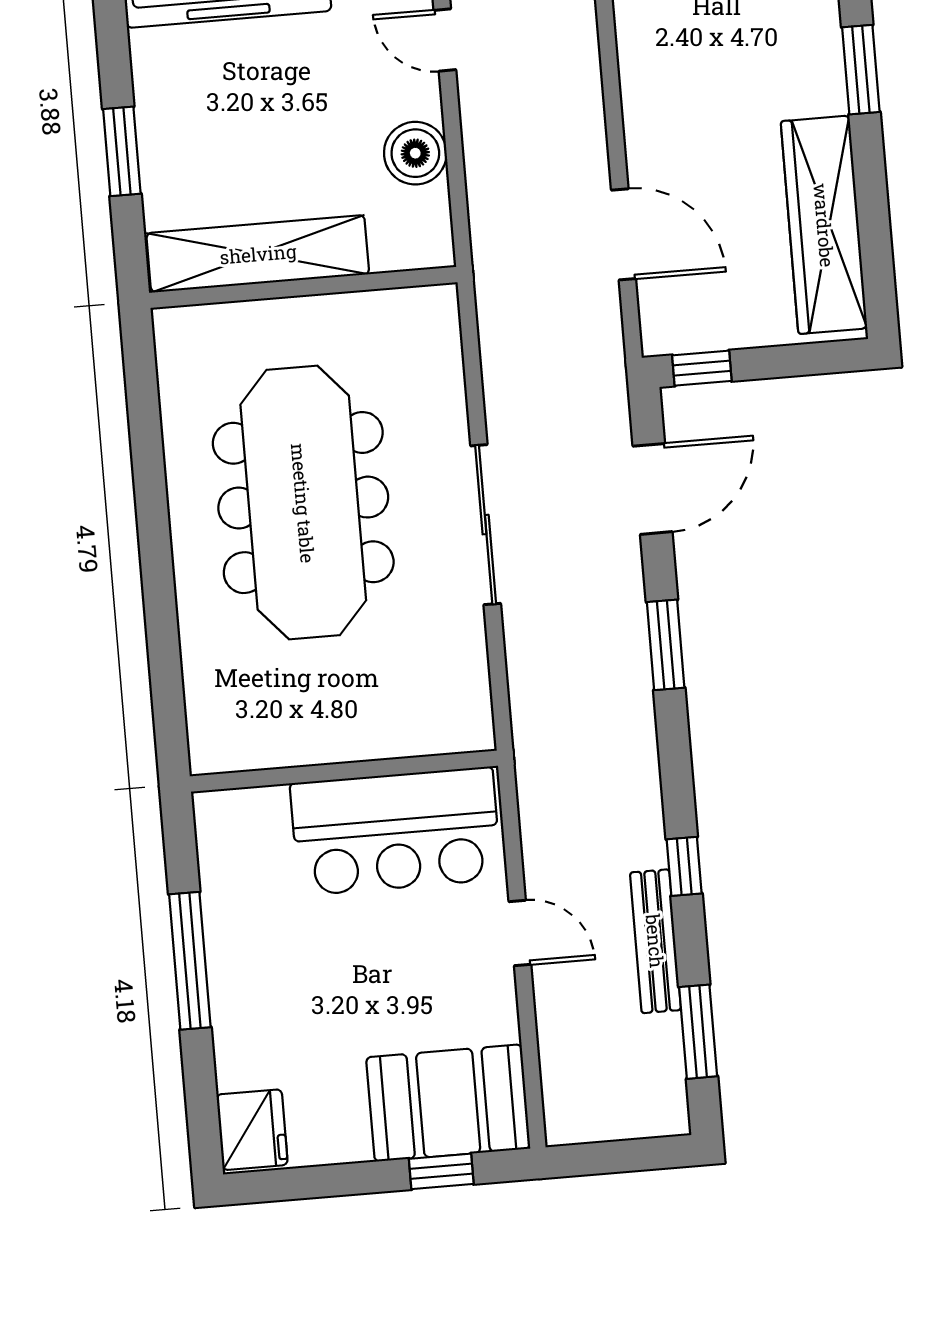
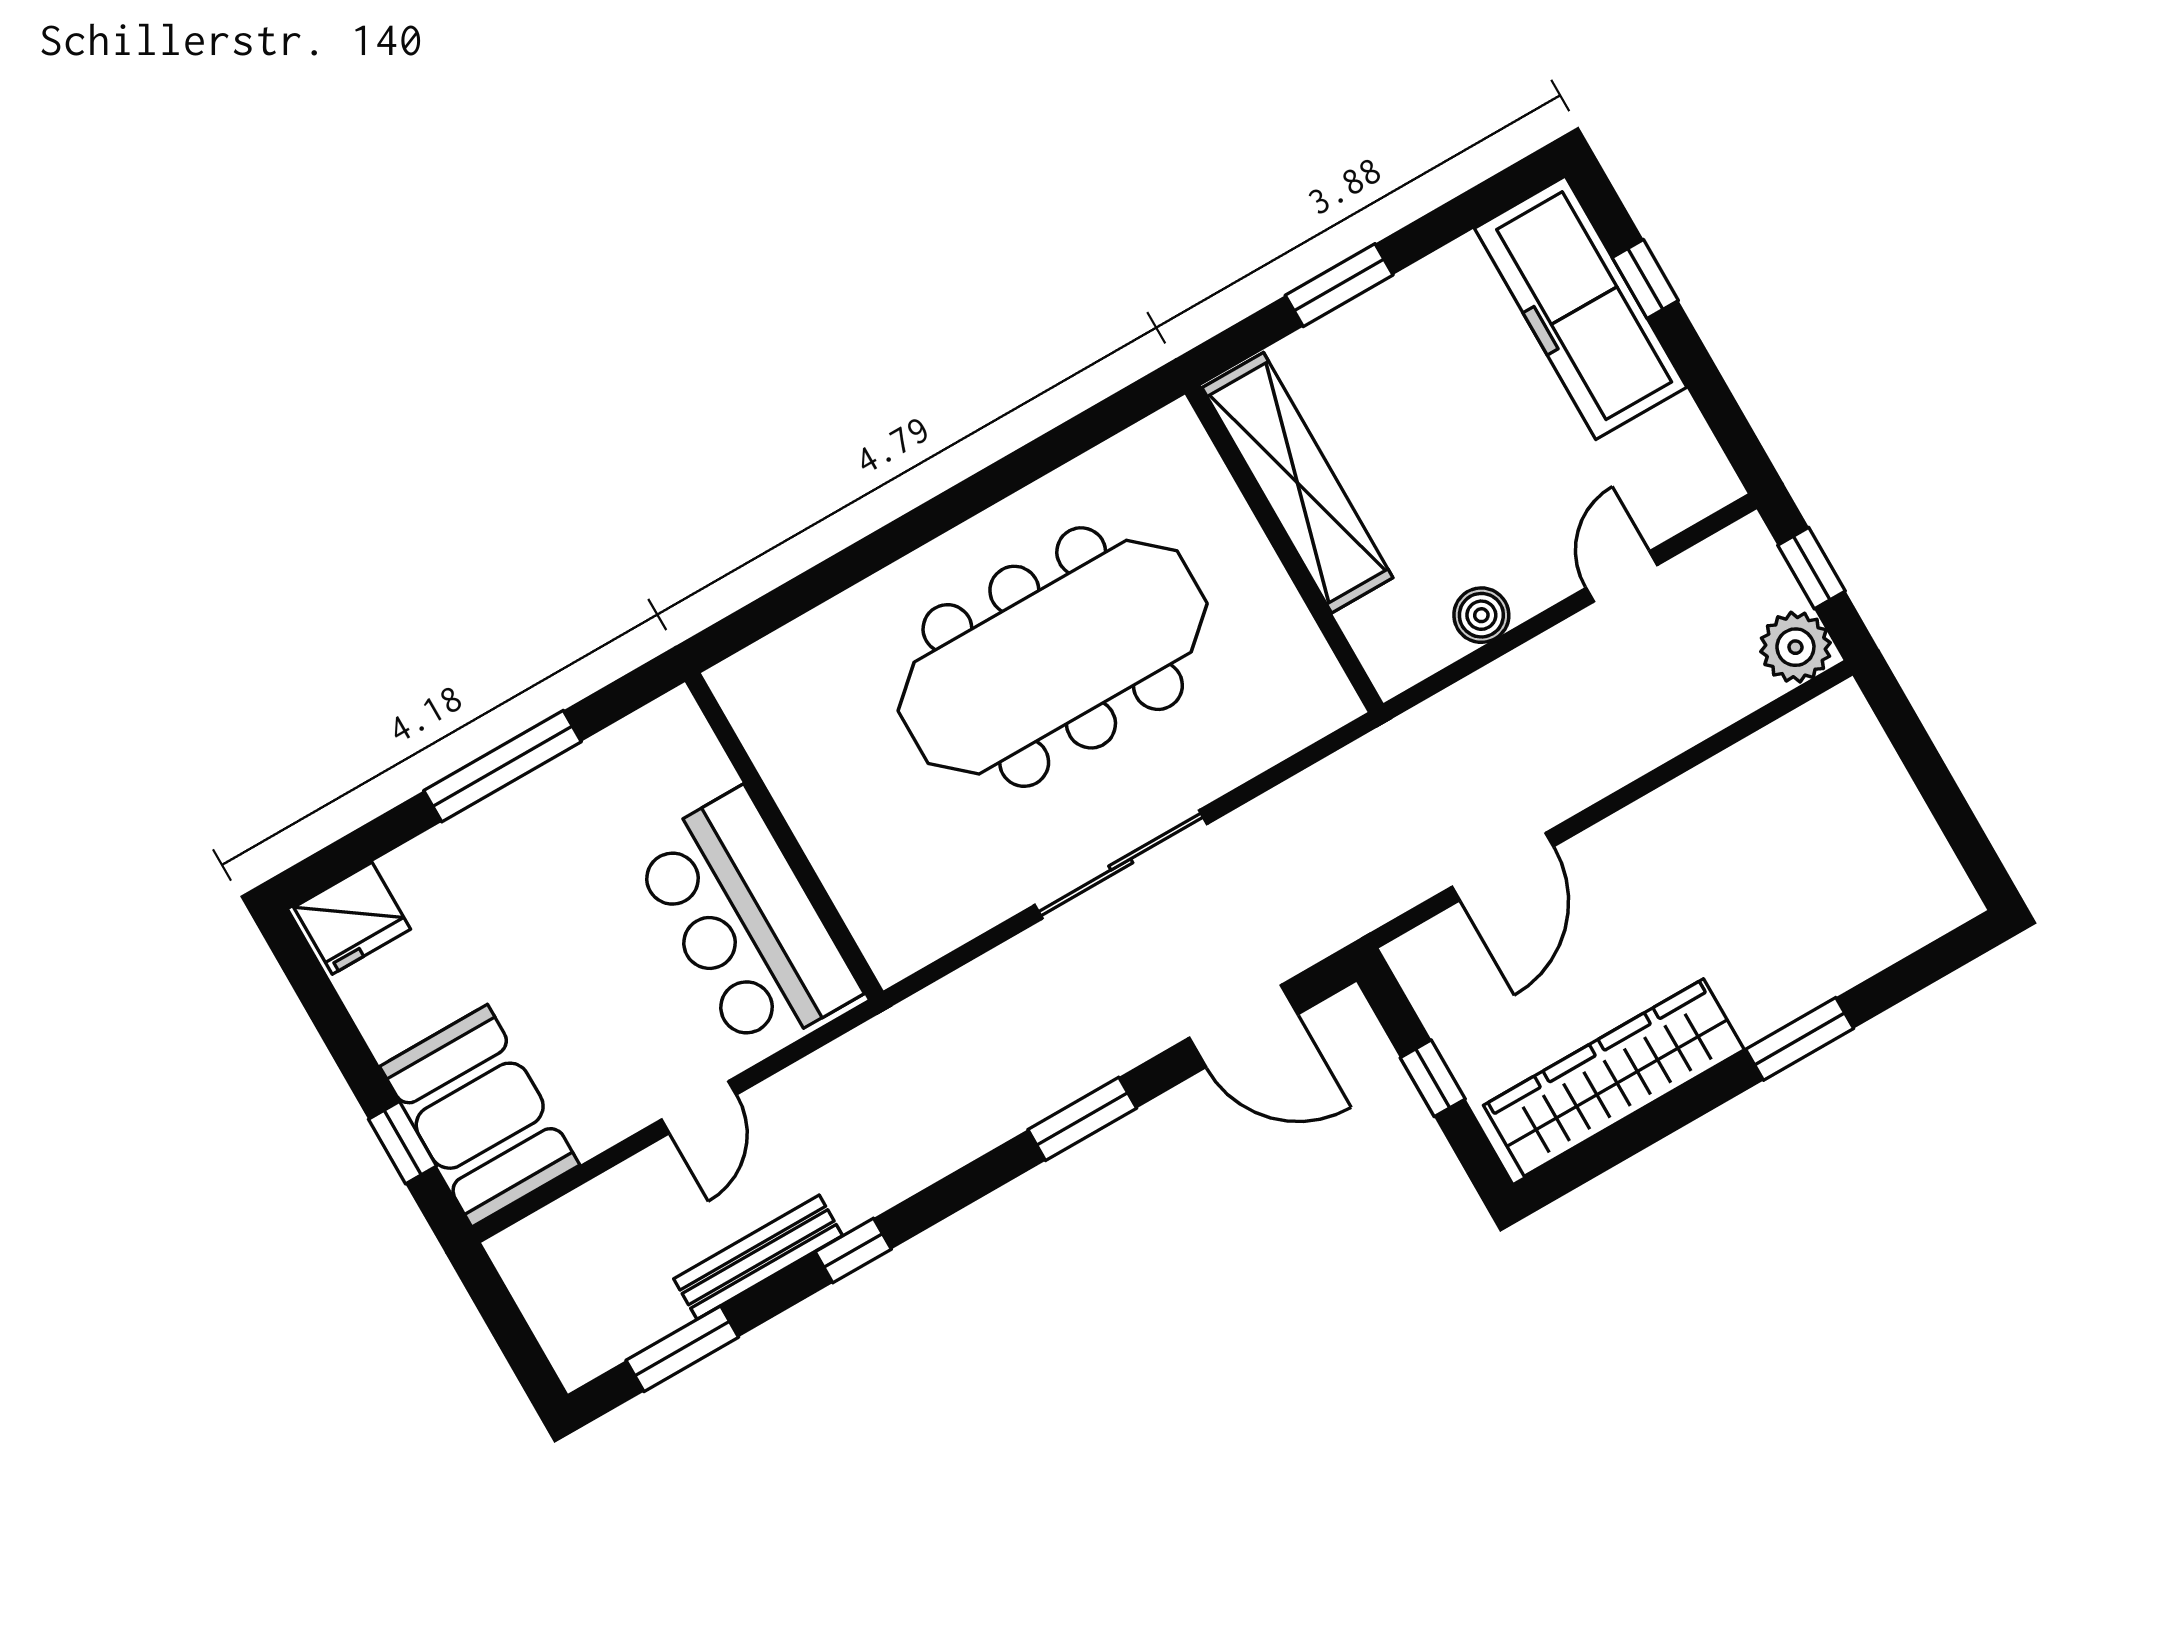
boiler: (415, 153) -> (1481, 615), width x0.73, depth x0.73
window: (702, 368) -> (1433, 1078), moved

